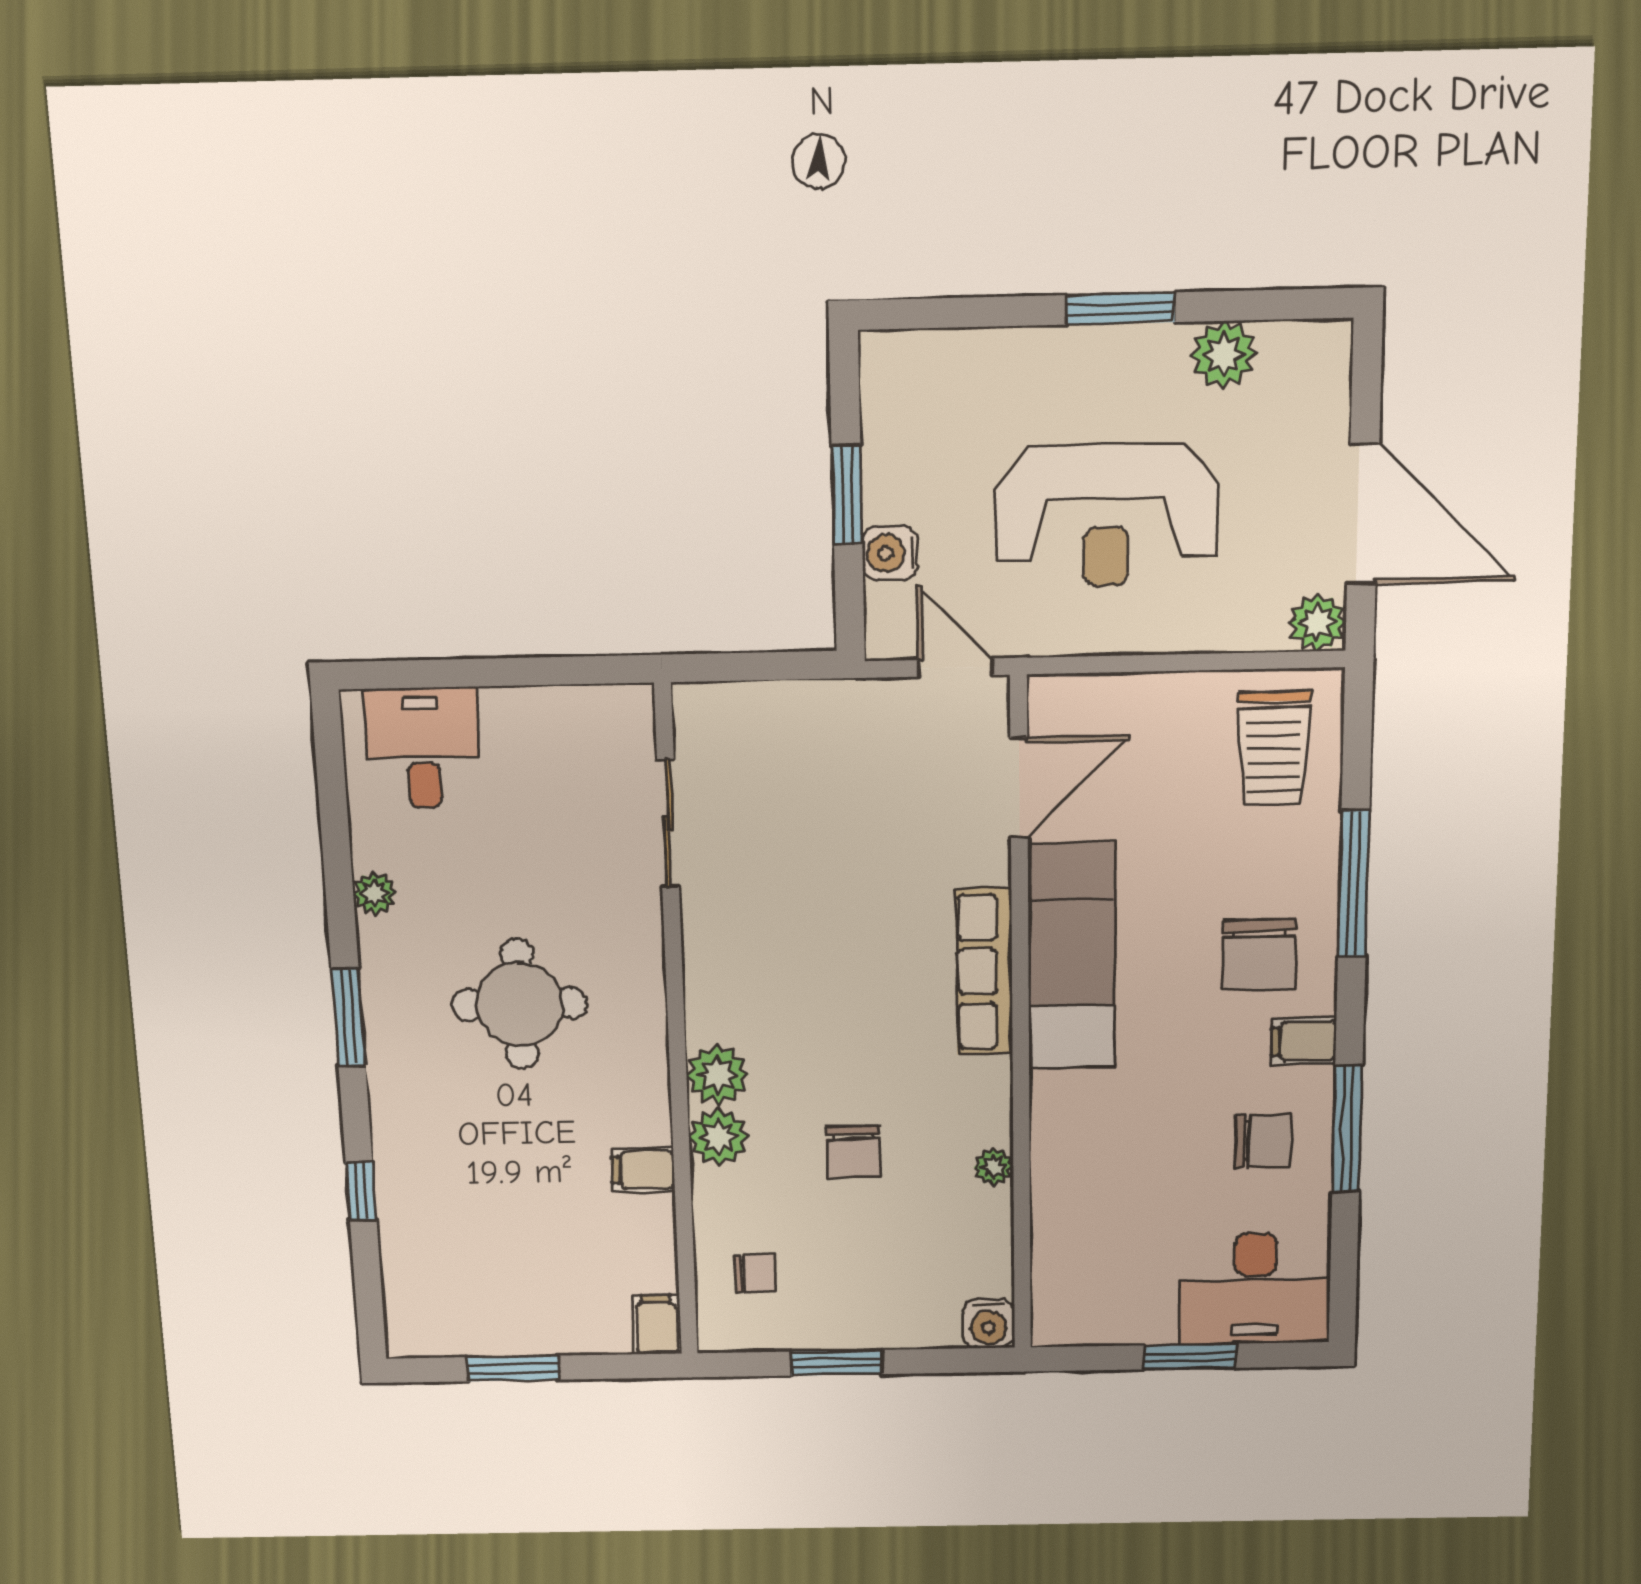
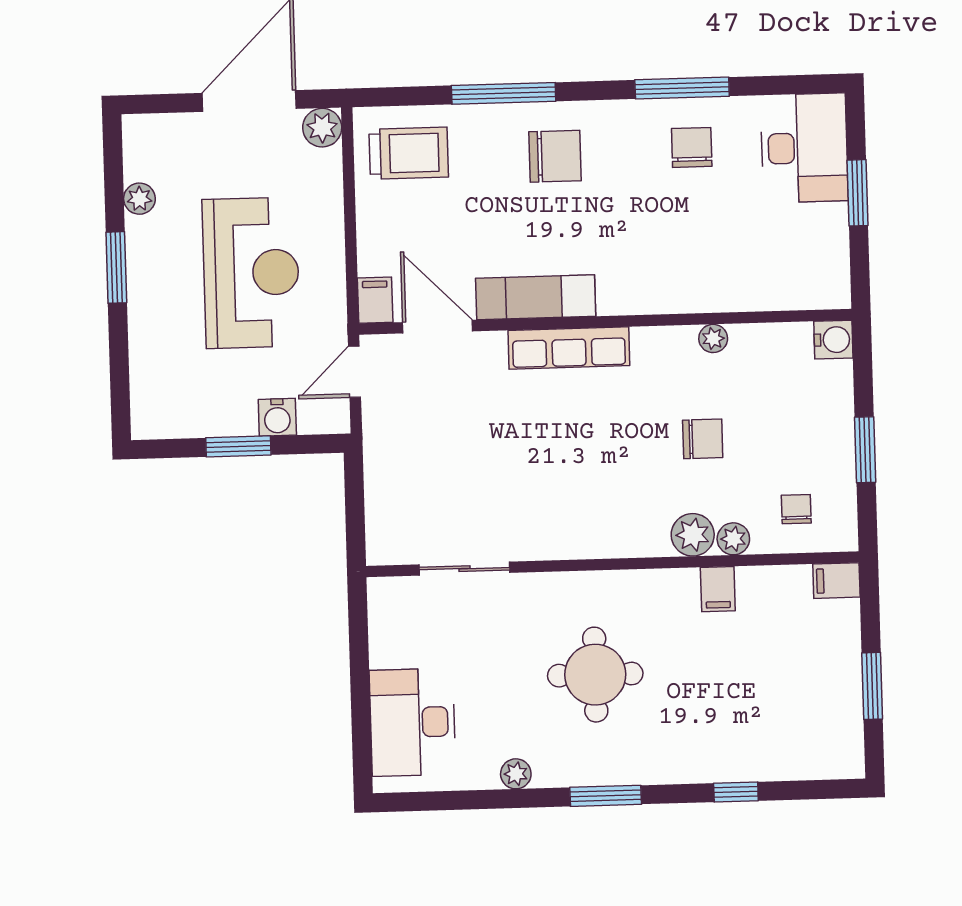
plant: (1224, 354) -> (139, 199), width x0.73, depth x0.73
desk: (423, 748) -> (412, 722), width x1.37
exam couch: (1072, 956) -> (536, 297), width x0.73, depth x0.69
filing cabinet: (1304, 1041) -> (375, 300), moved, turned 180
plant: (717, 1075) -> (733, 539), moved, width x0.73, depth x0.73

